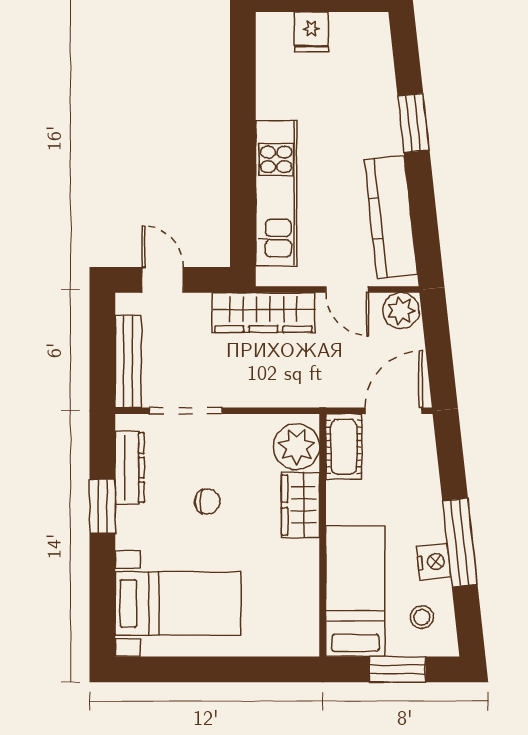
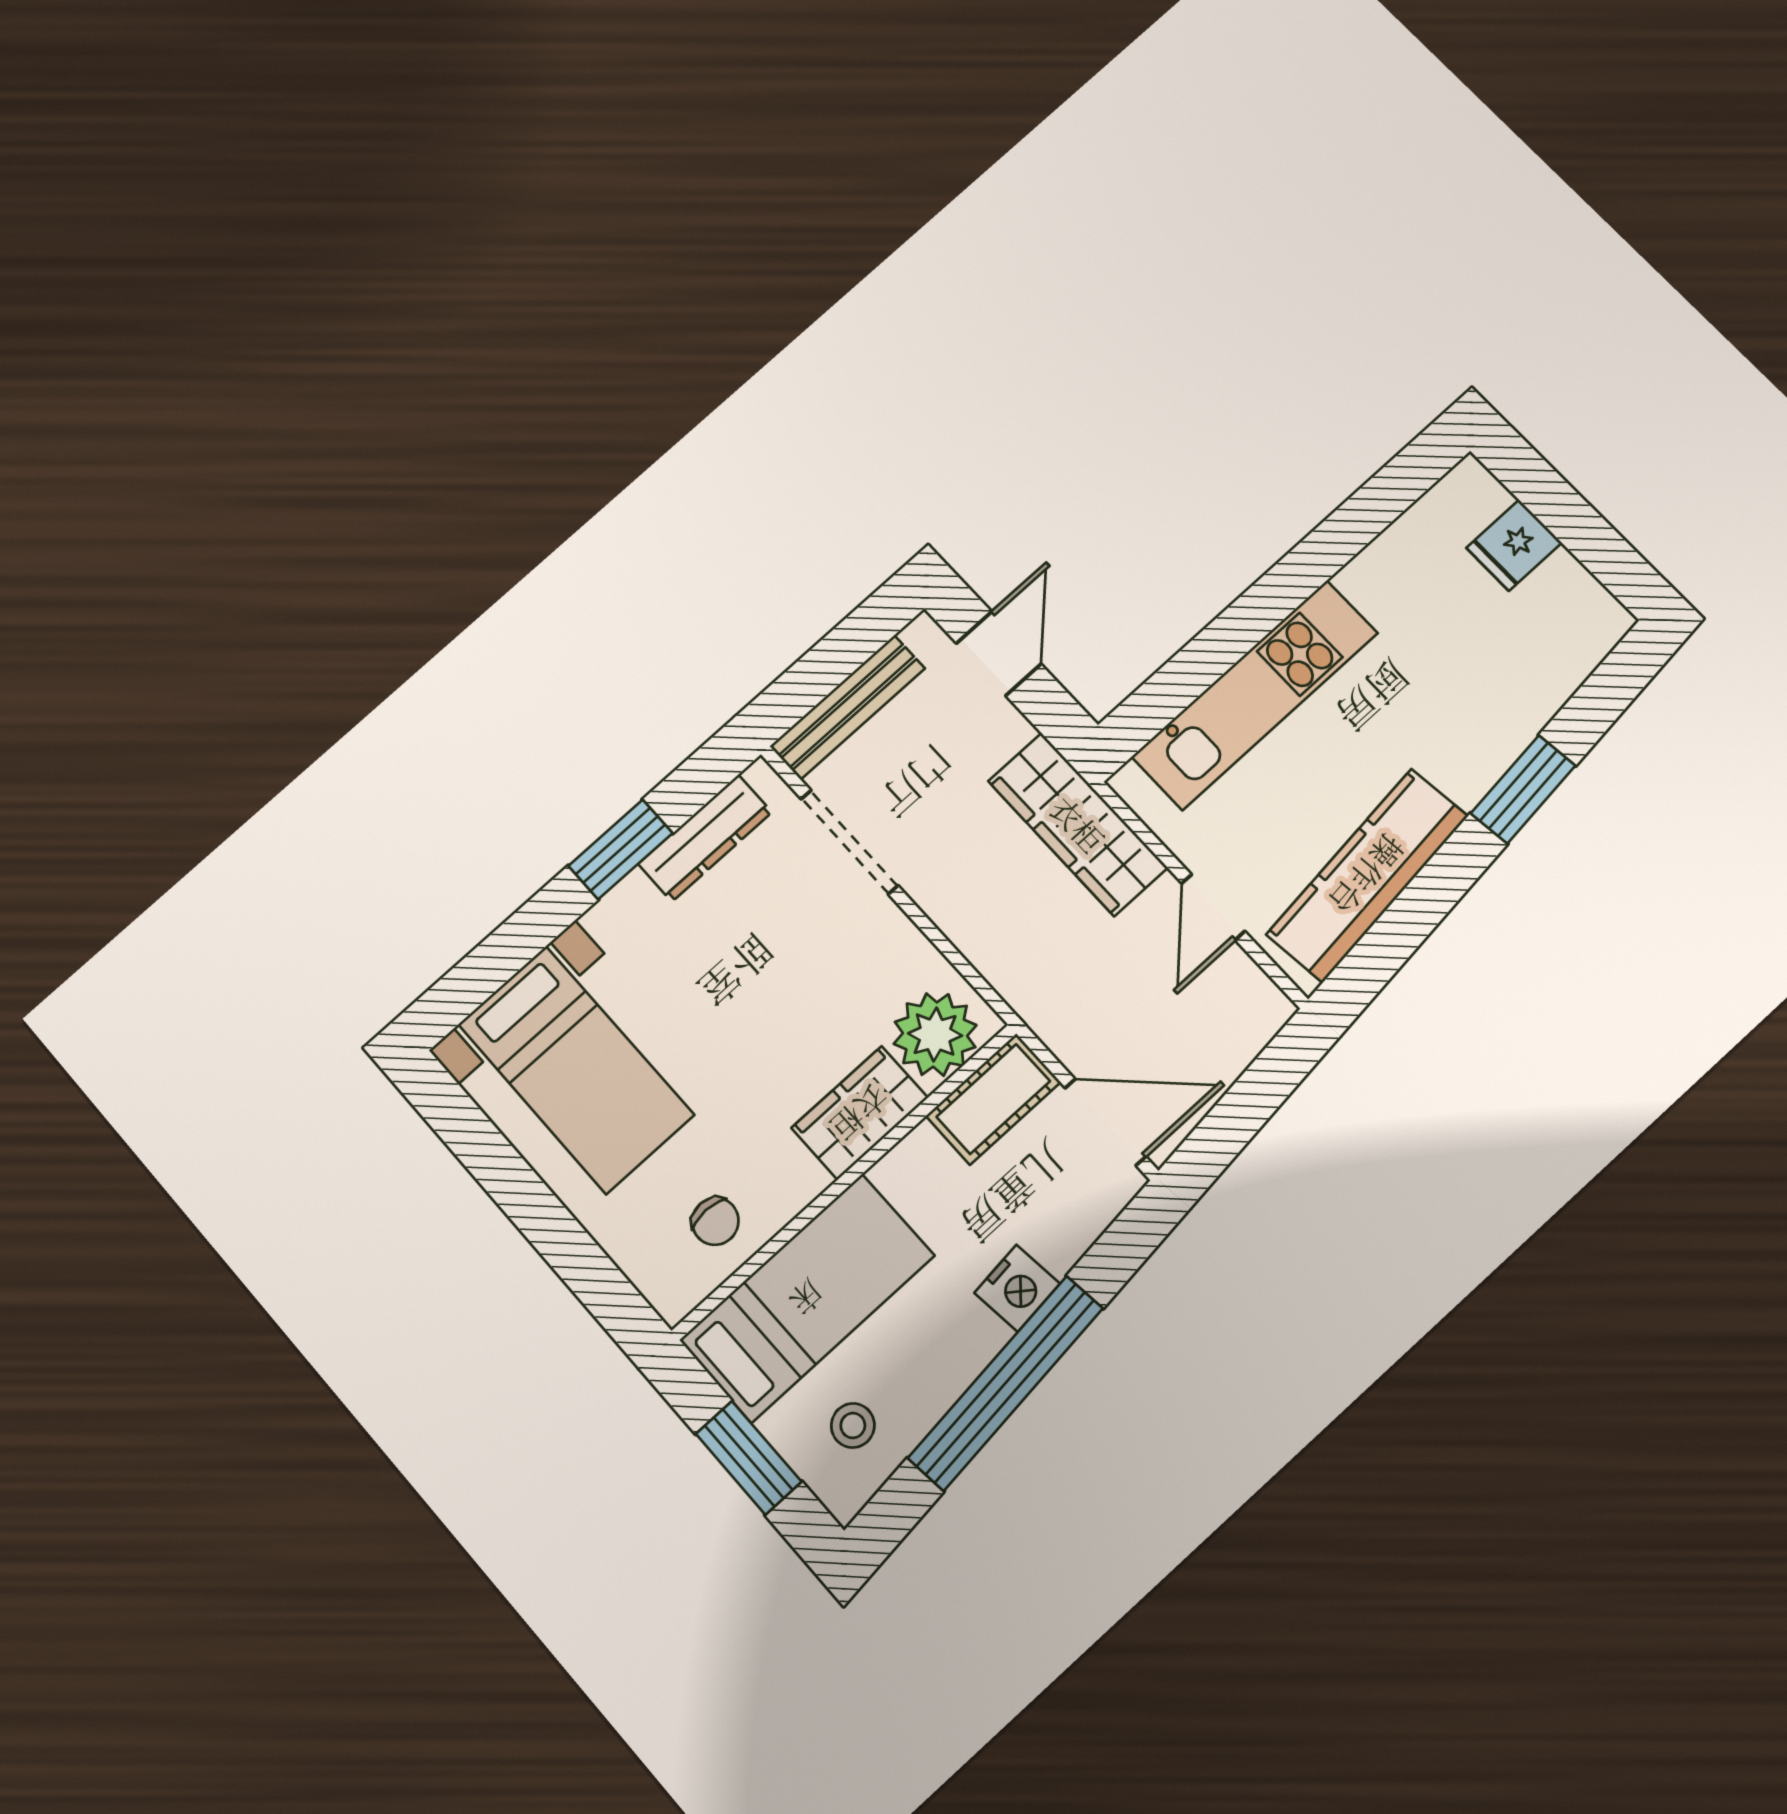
plant: (401, 311) -> (1252, 1006), removed
chair: (207, 502) -> (715, 1221), moved
window: (460, 543) -> (1005, 1383), width x1.46
nightstand: (433, 562) -> (1017, 1288), moved

